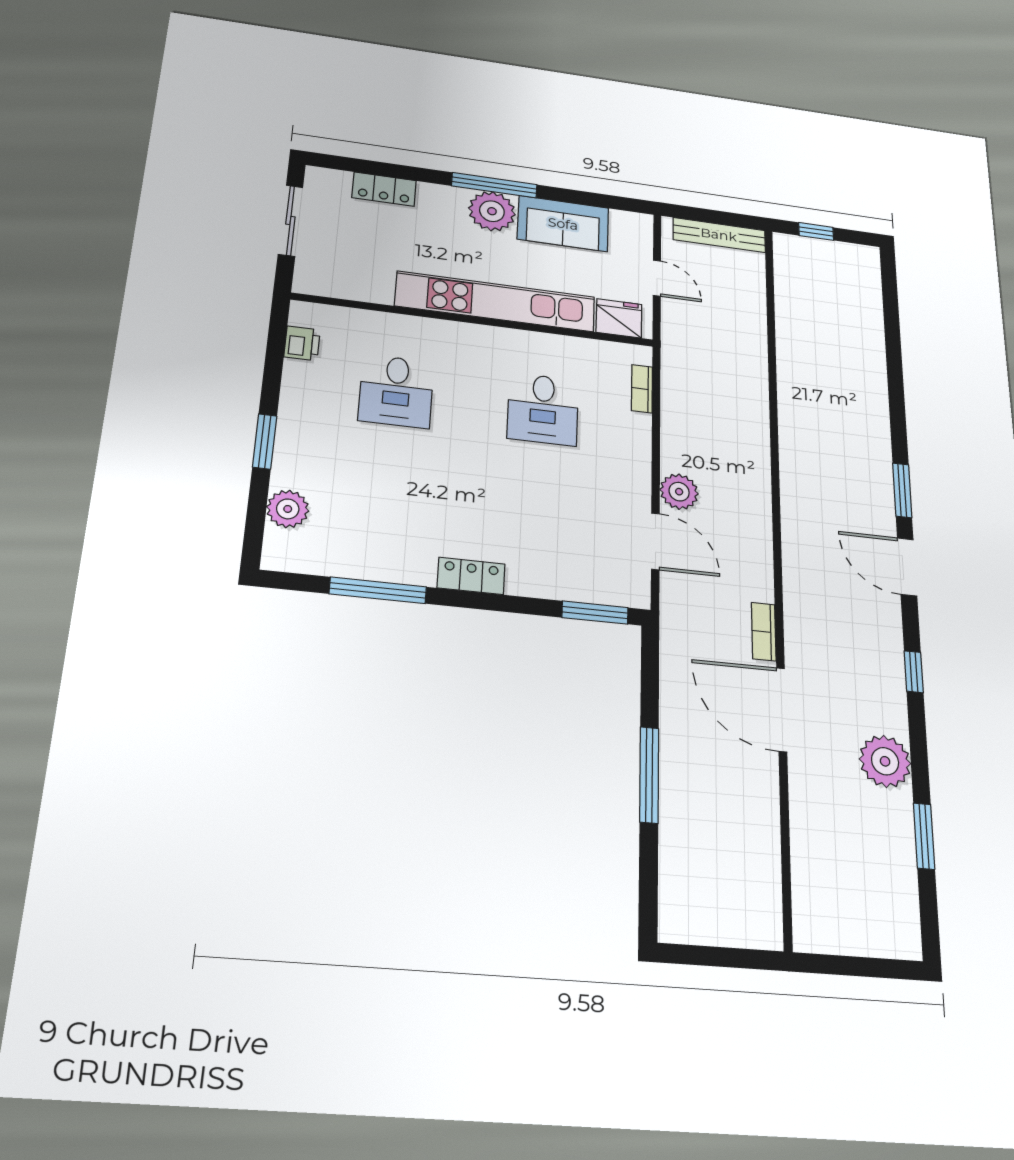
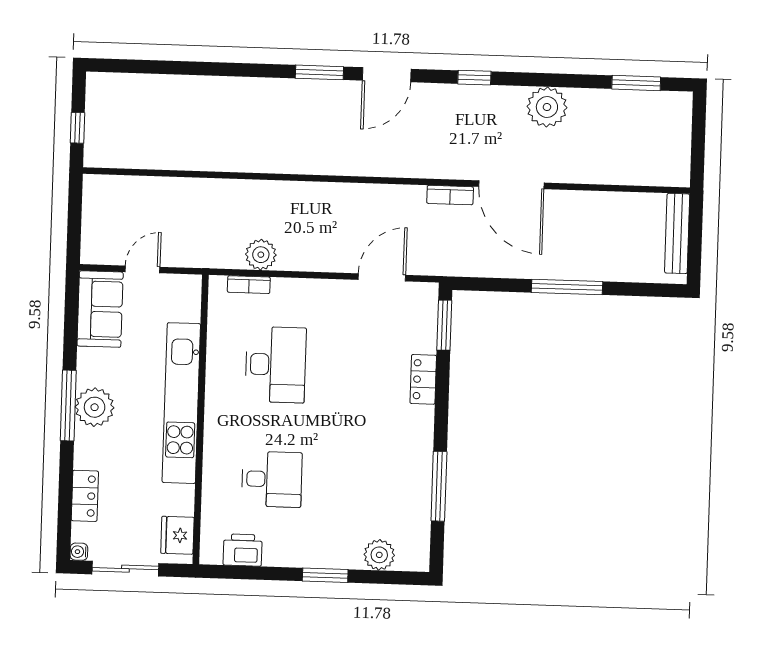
water cooler: (315, 175) -> (79, 552), added
sofa: (563, 224) -> (100, 309), moved
bench: (719, 235) -> (677, 233), moved
fridge: (619, 318) -> (177, 535), moved
printer: (302, 343) -> (243, 550), width x1.36, depth x1.24
desk: (543, 409) -> (276, 365), width x1.37
plant: (679, 492) -> (261, 255), moved
locker: (471, 576) -> (423, 379), moved
door: (782, 710) -> (511, 185), hinge flipped
window: (924, 836) -> (636, 83), moved

